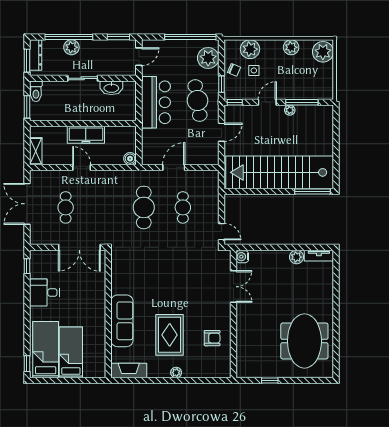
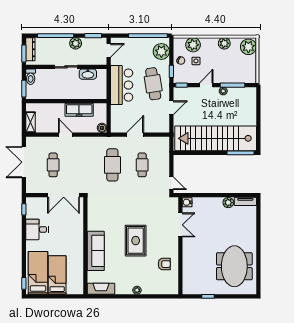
plant: (71, 47) -> (76, 43), moved
freezer: (86, 135) -> (79, 110), moved
rug: (170, 335) -> (136, 241), moved

